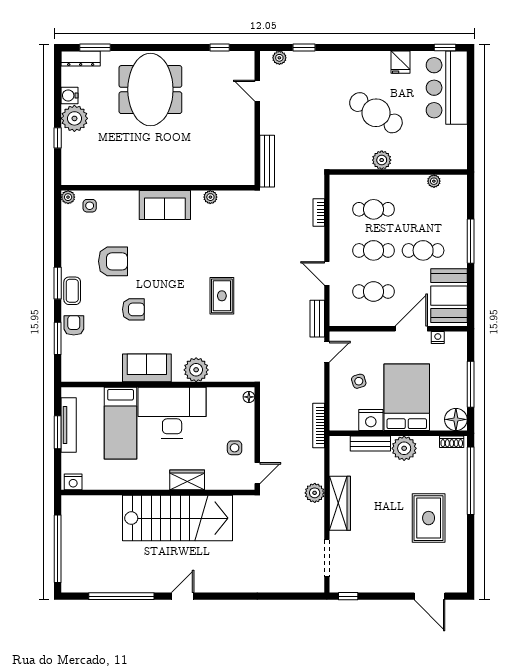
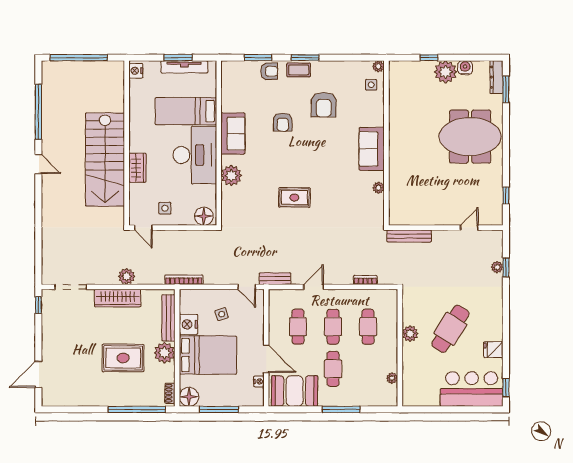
plant: (279, 58) -> (497, 267), moved
floor lamp: (249, 397) -> (204, 216), width x1.89, depth x1.89
bench: (370, 444) -> (168, 318), width x1.36
rug: (429, 518) -> (123, 358), moved

